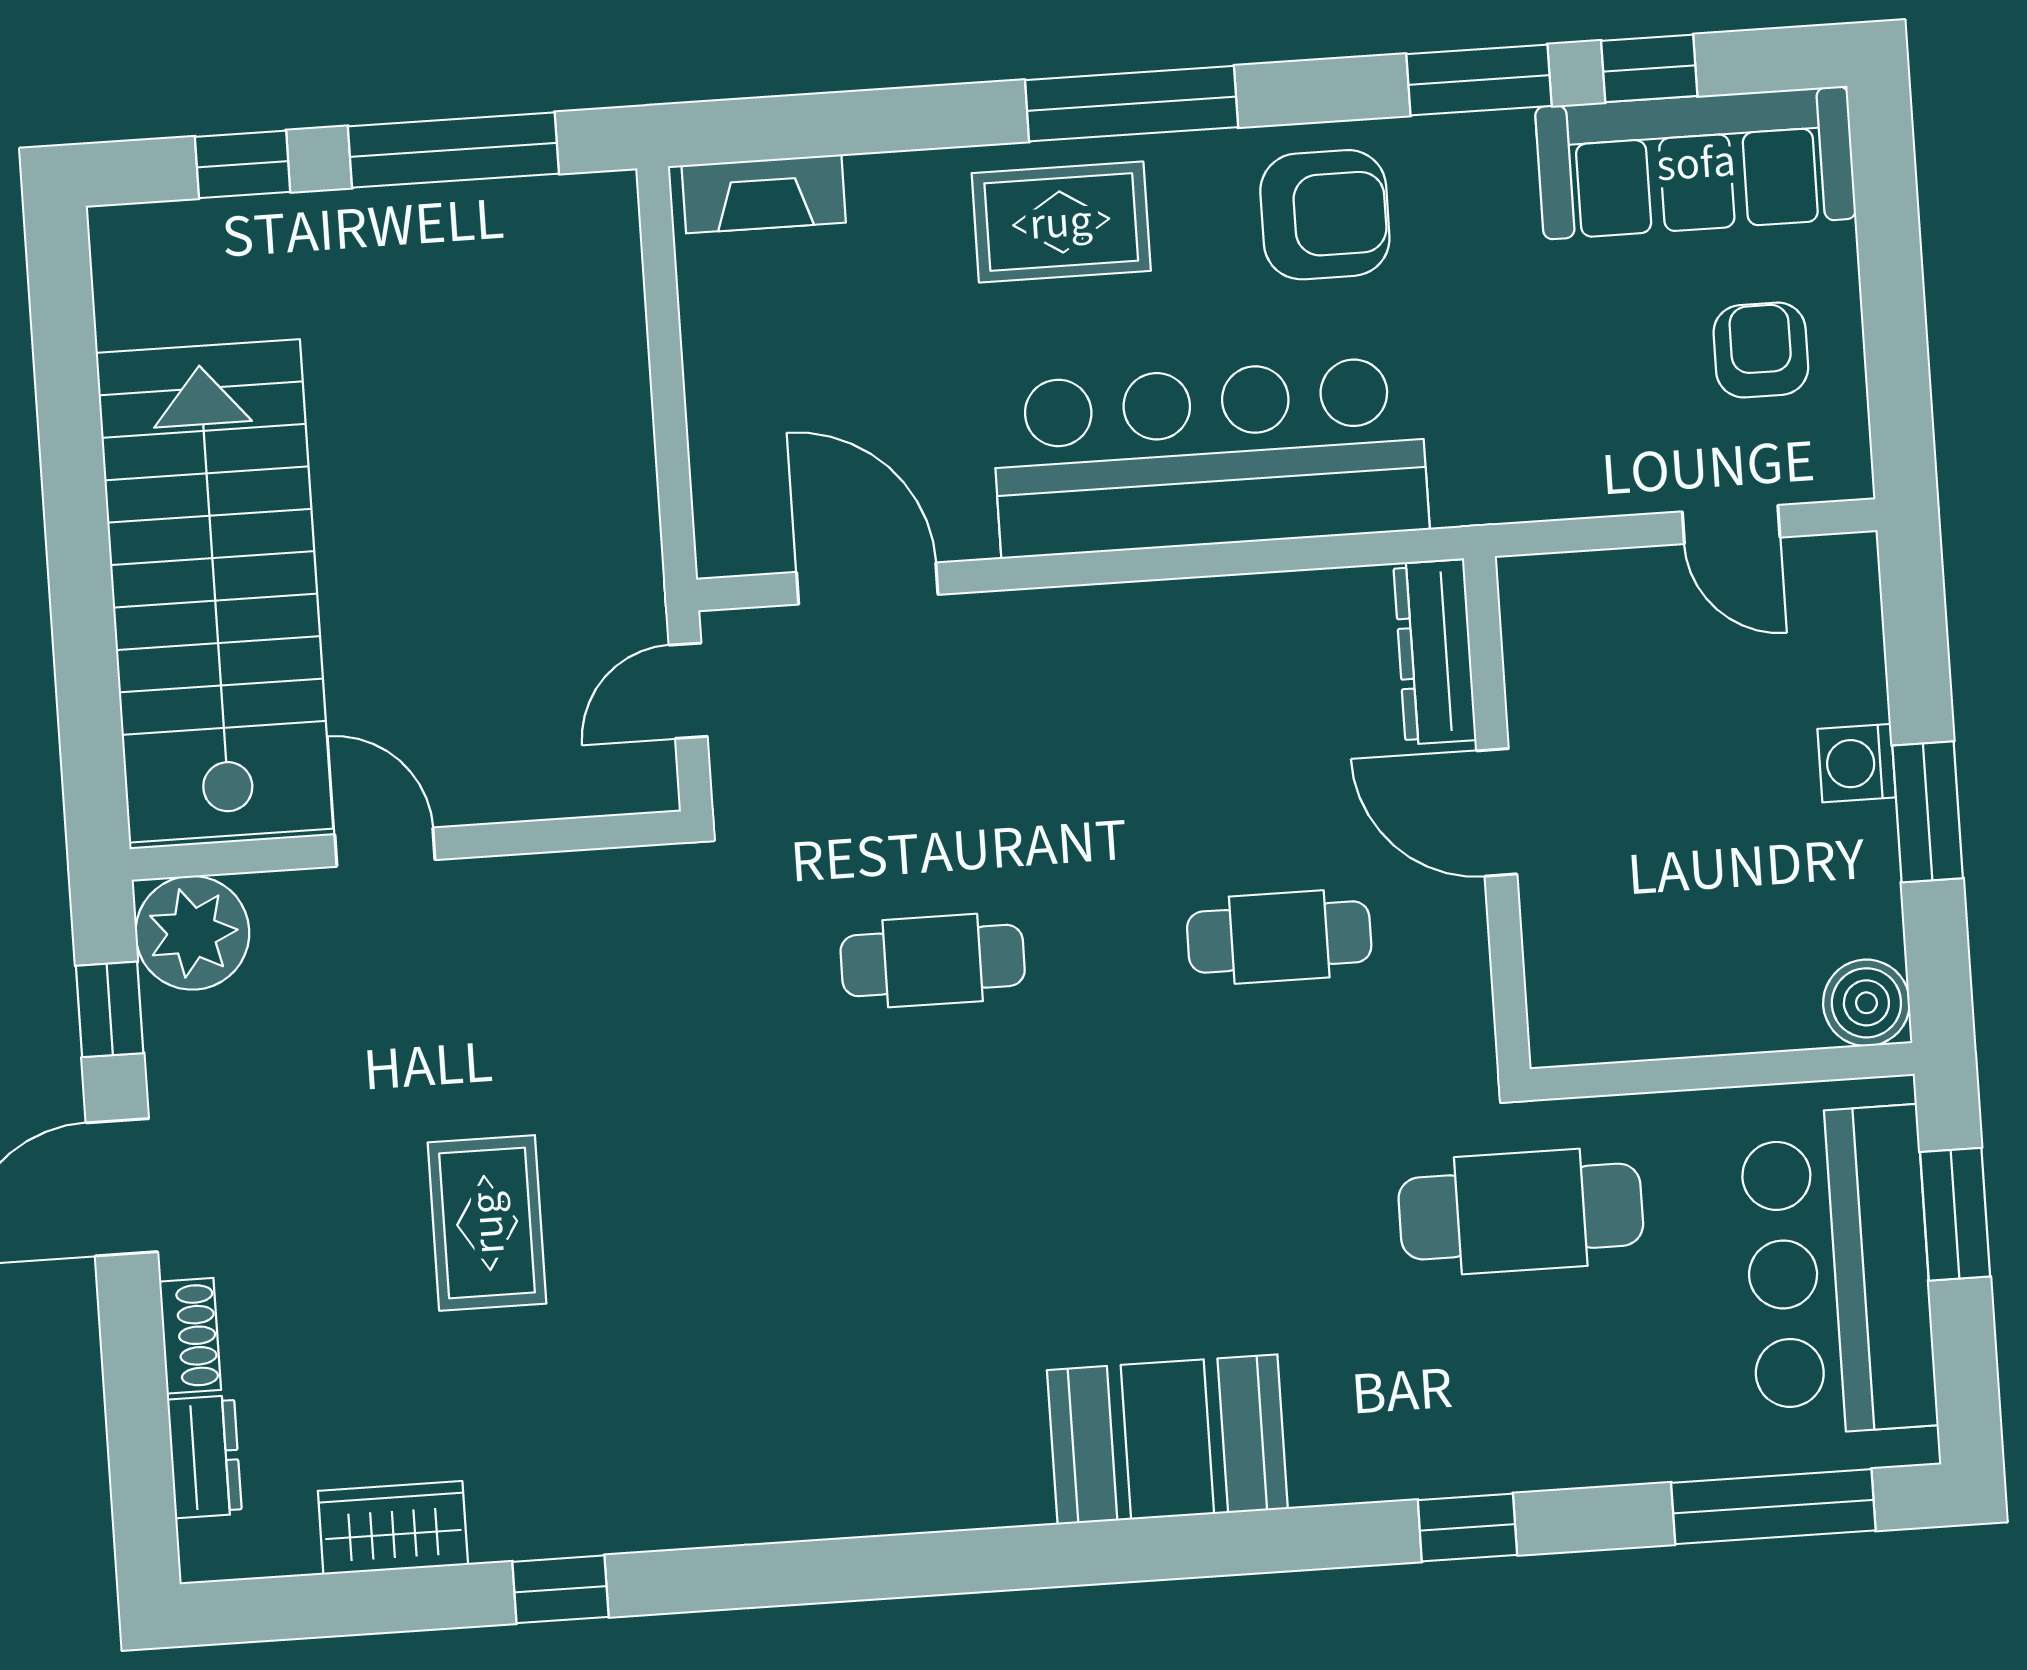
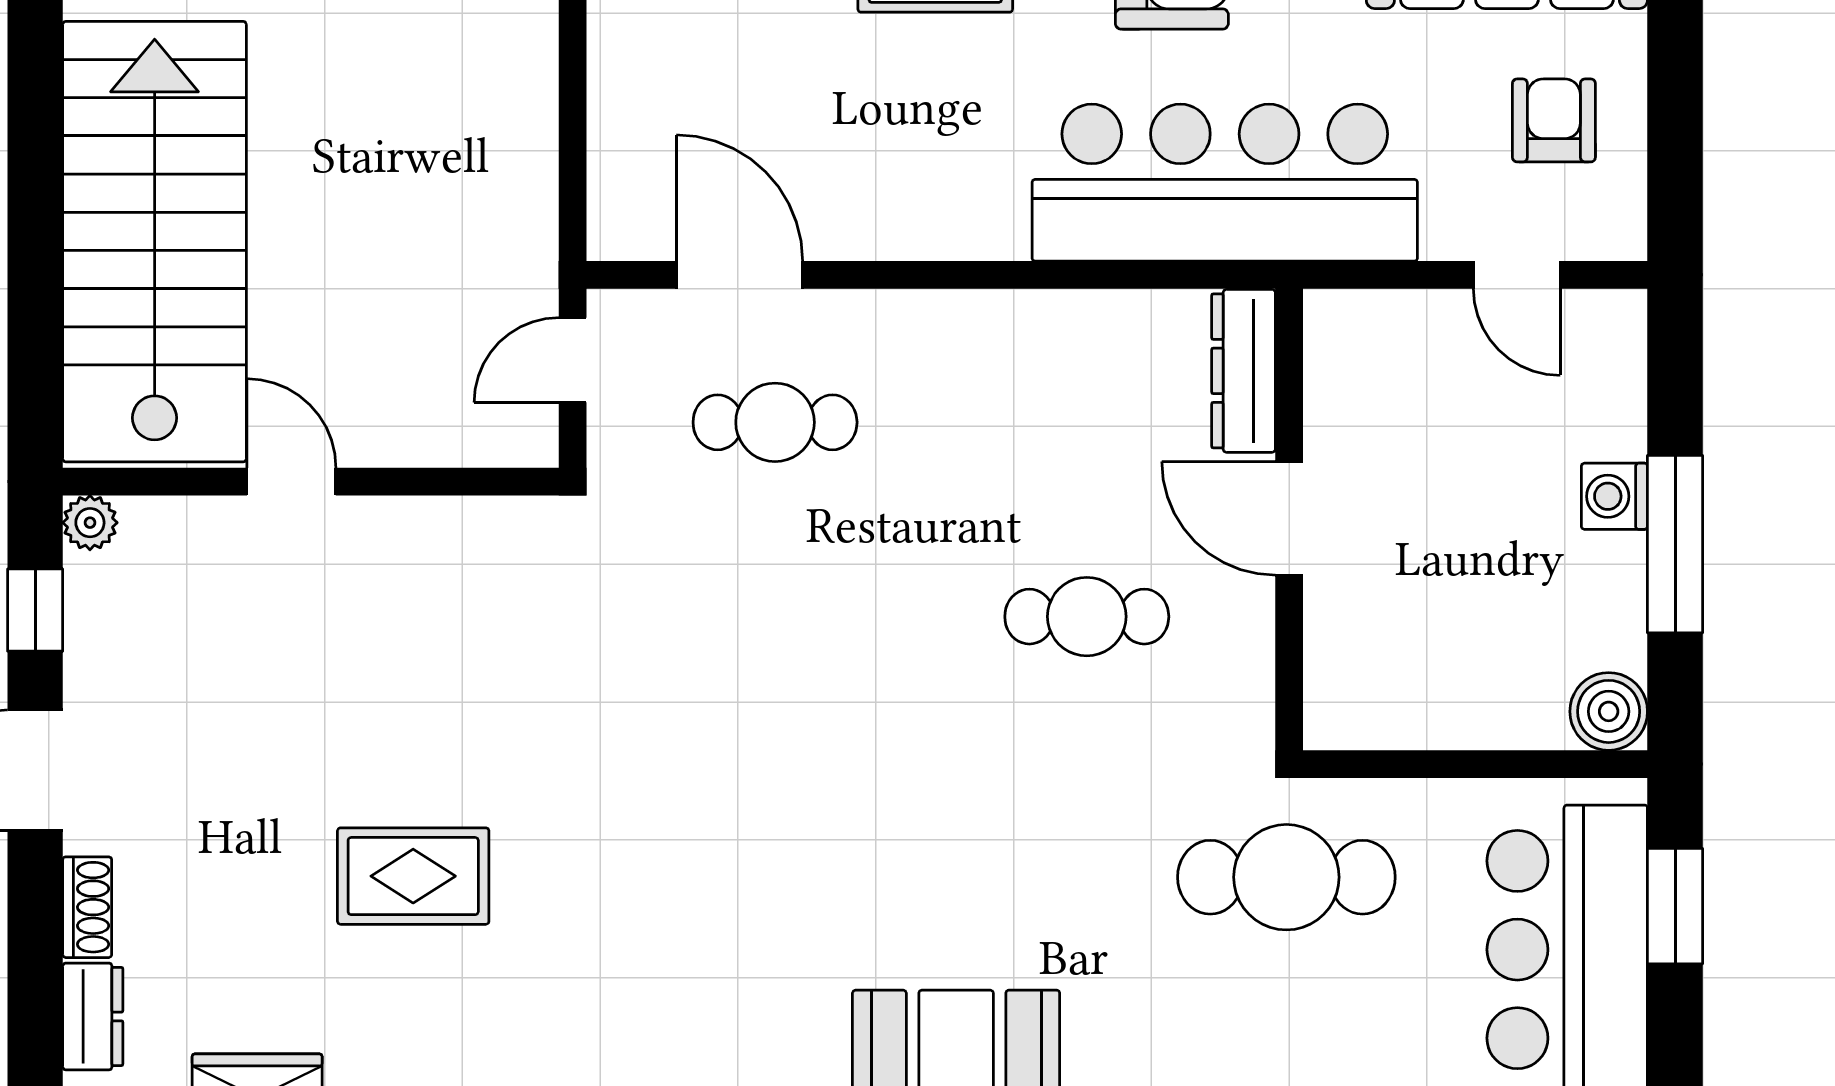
bar counter: (1210, 457) -> (1225, 183), moved
window: (1928, 812) -> (1675, 544), width x1.44
plant: (192, 933) -> (90, 523), width x0.53, depth x0.53
cafe table: (933, 961) -> (775, 422), moved
rug: (487, 1223) -> (413, 876), moved, turned 90

